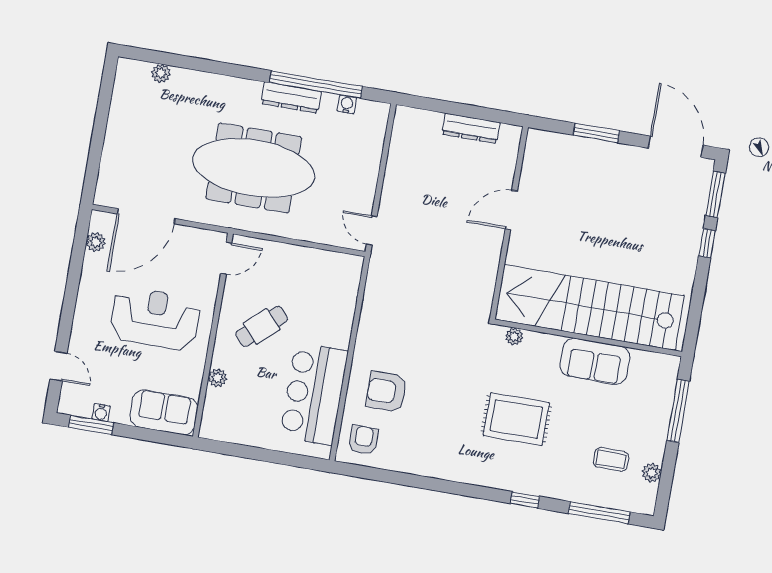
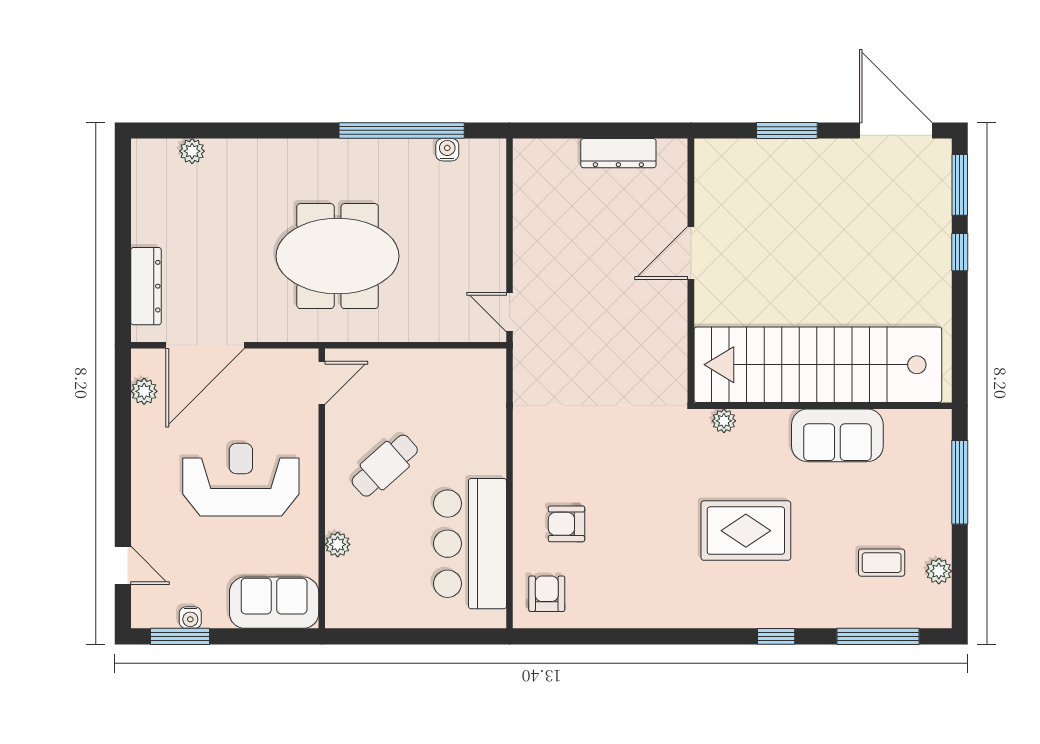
dresser: (291, 98) -> (146, 286), moved, turned -90
meeting table: (254, 168) -> (338, 256), width x0.73
armchair: (387, 392) -> (566, 524), width x0.72, depth x0.72

